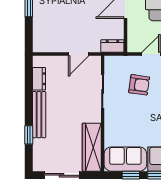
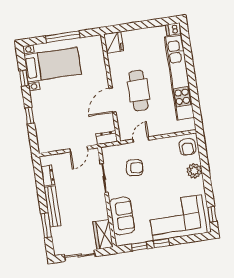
window: (29, 135) -> (46, 225), width x1.50
wardrobe: (92, 147) -> (103, 234), width x0.67
sofa: (125, 159) -> (122, 216), moved, turned 90

